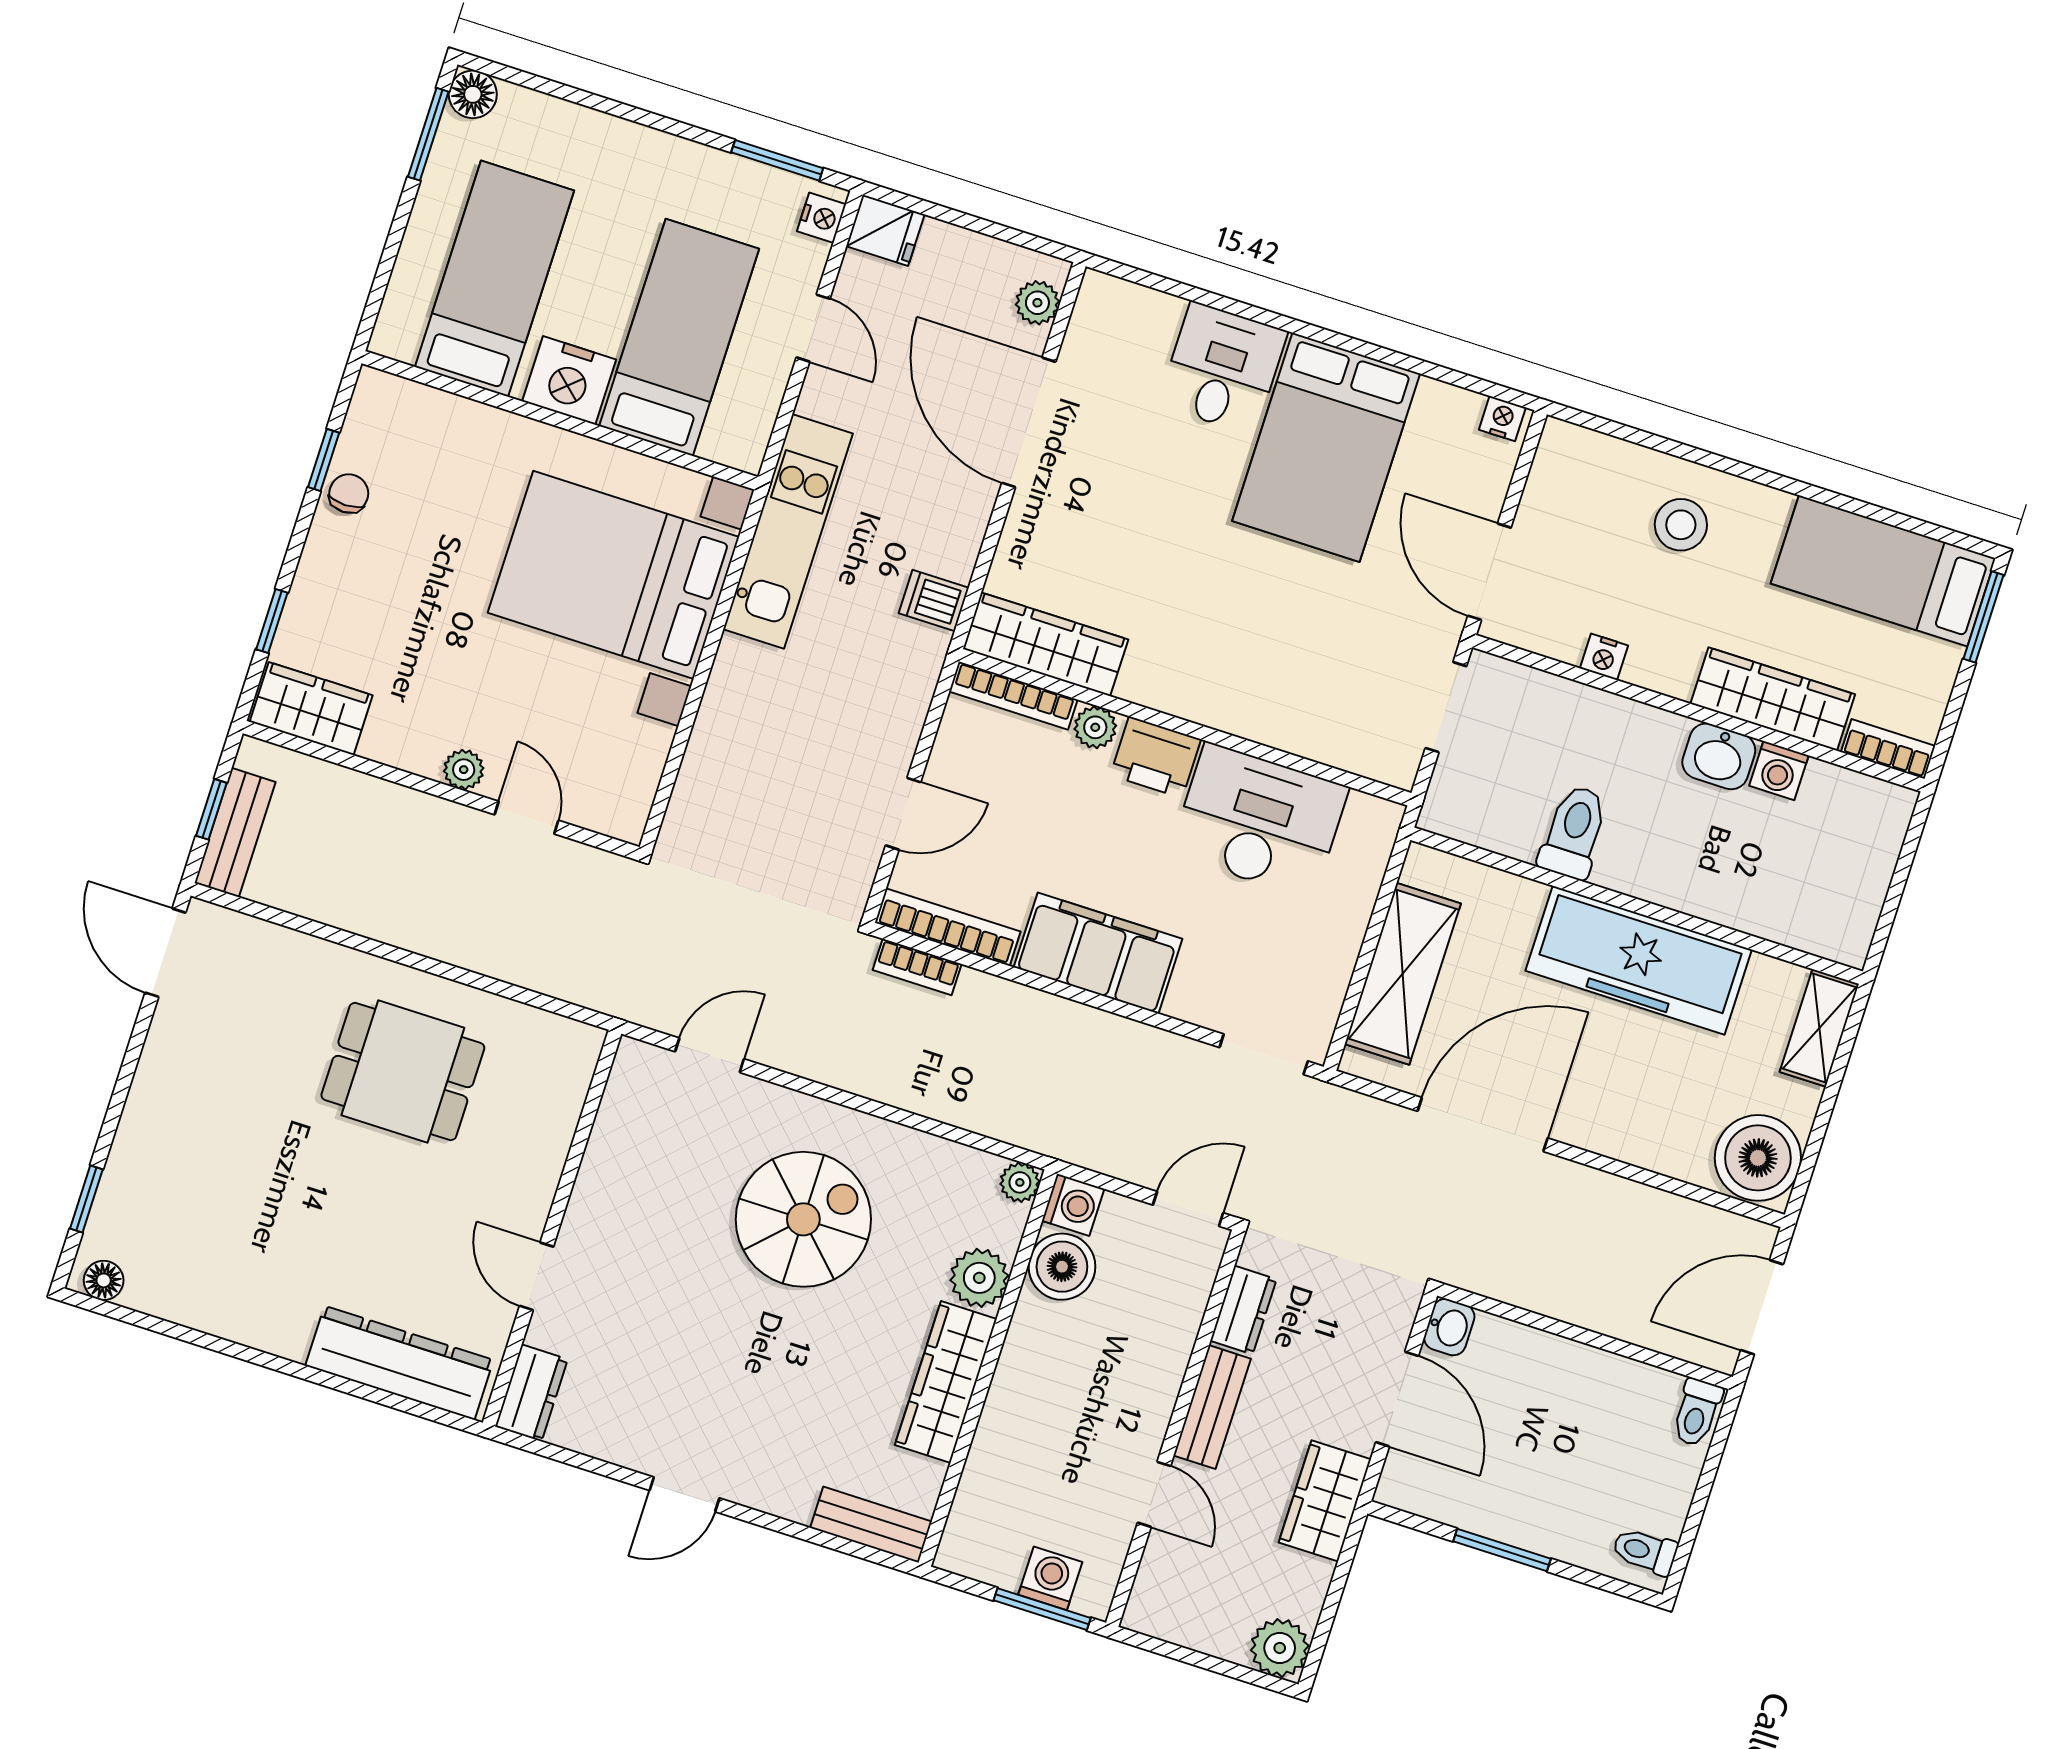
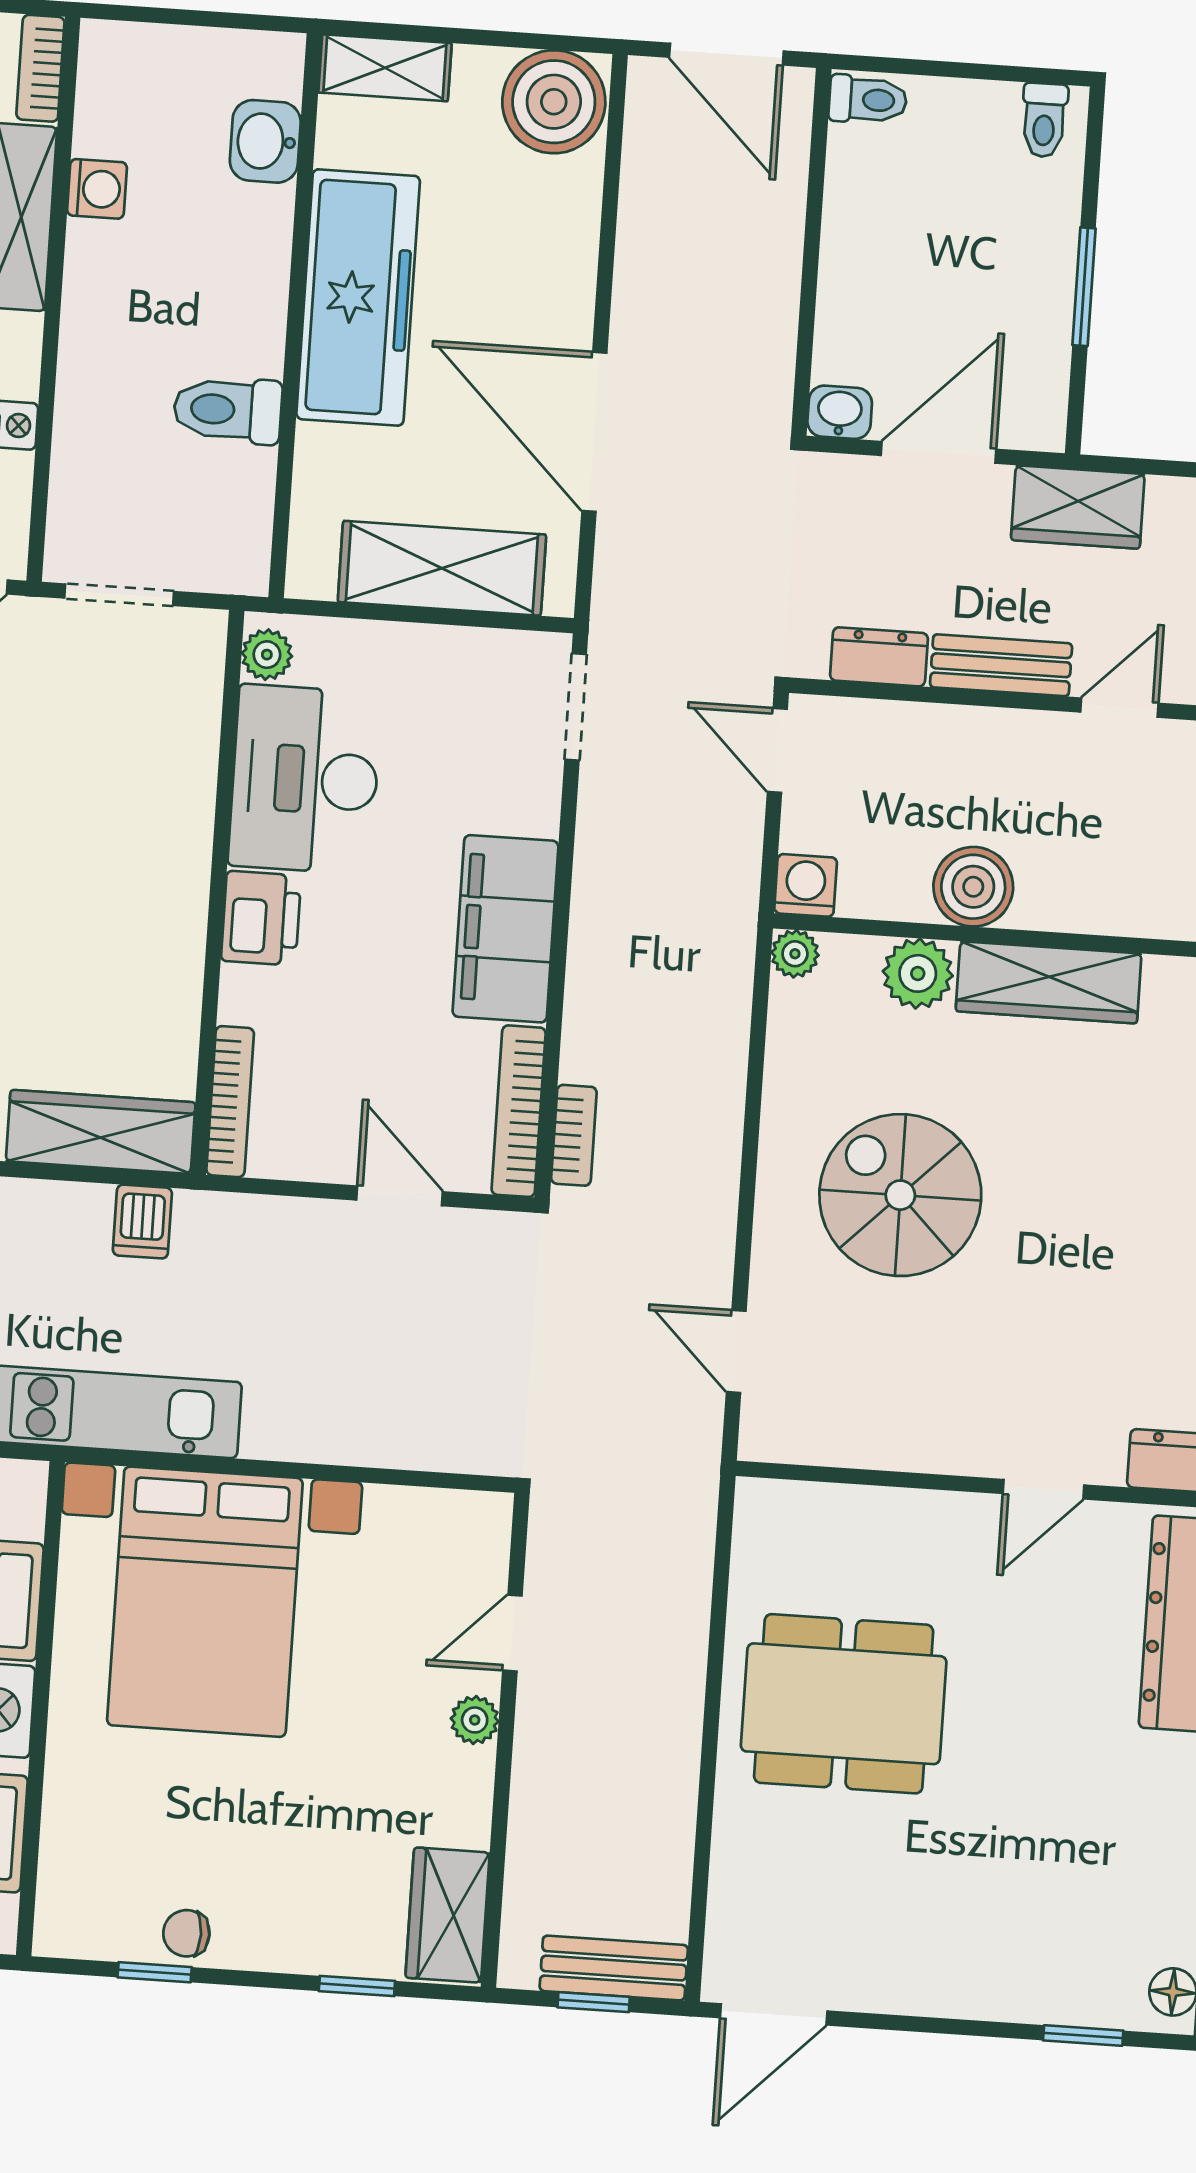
wardrobe: (1045, 644) -> (101, 1132), moved, turned 90
plant: (1095, 727) -> (267, 655), moved
washbasin: (1719, 756) -> (265, 141), moved, turned 180
dining table: (403, 1072) -> (844, 1704), width x1.38
boiler: (1062, 1267) -> (973, 887), moved

